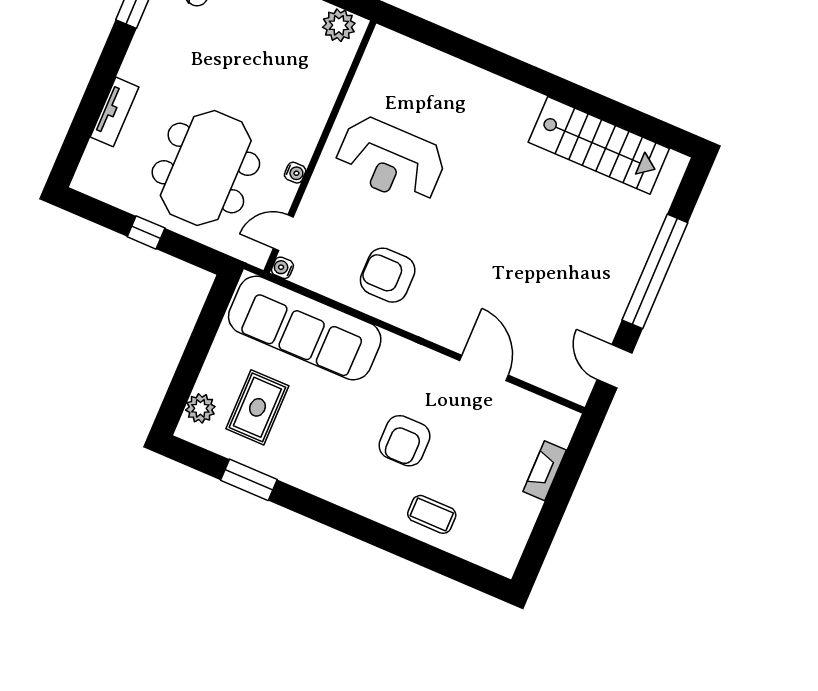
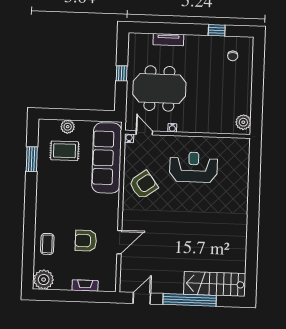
stairs: (599, 145) -> (215, 284), moved, turned 90
reception desk: (391, 160) -> (194, 167), turned 90
armchair: (388, 275) -> (143, 185), turned 54
plant: (200, 408) -> (68, 127), moved
armchair: (404, 441) -> (86, 241), moved
plant: (500, 550) -> (44, 280), added

